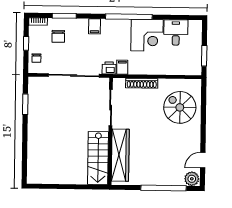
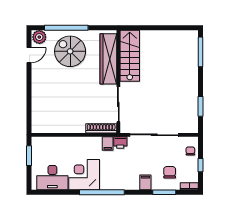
filing cabinet: (95, 26) -> (145, 182), moved
desk: (176, 32) -> (52, 178), width x1.37
shoe rack: (142, 83) -> (101, 128), moved
spiral stairs: (180, 107) -> (70, 51), moved, turned 180
window: (24, 161) -> (200, 52), added

